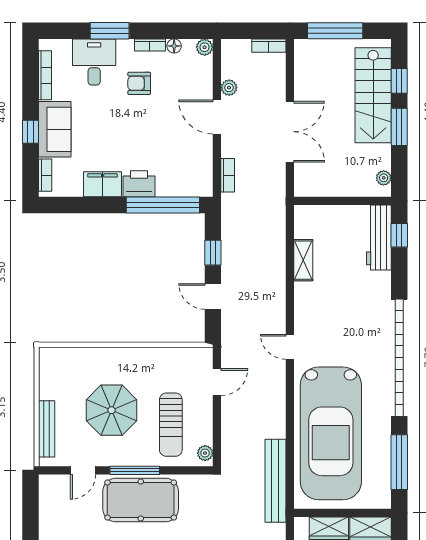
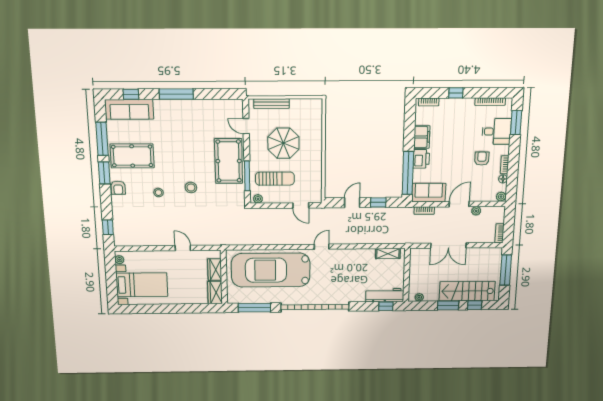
window: (110, 31) -> (516, 123), moved
sofa: (55, 129) -> (429, 193), moved, turned 180
shelving: (303, 260) -> (388, 254), moved
sun lounger: (171, 425) -> (275, 179), turned 180
window: (135, 470) -> (247, 176), moved
bench: (275, 481) -> (242, 239), removed

